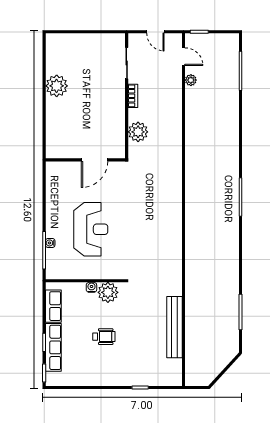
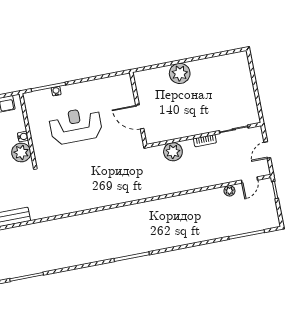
plant: (57, 86) -> (180, 73), moved
reception desk: (91, 229) -> (76, 126), turned 180

